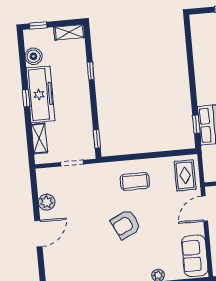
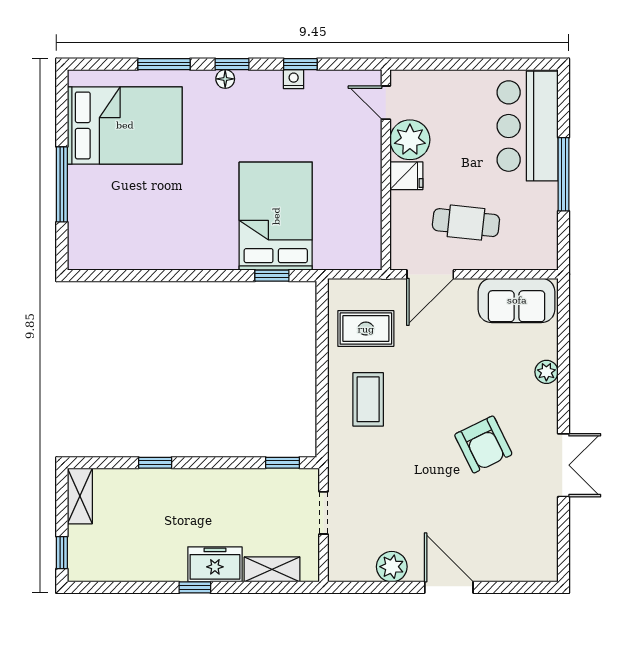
boiler: (34, 56) -> (118, 566), removed
freezer: (41, 94) -> (215, 564), width x0.52, depth x0.79
rug: (185, 175) -> (366, 329), moved
door: (205, 208) -> (430, 274), hinge flipped
armchair: (126, 224) -> (483, 444), moved

